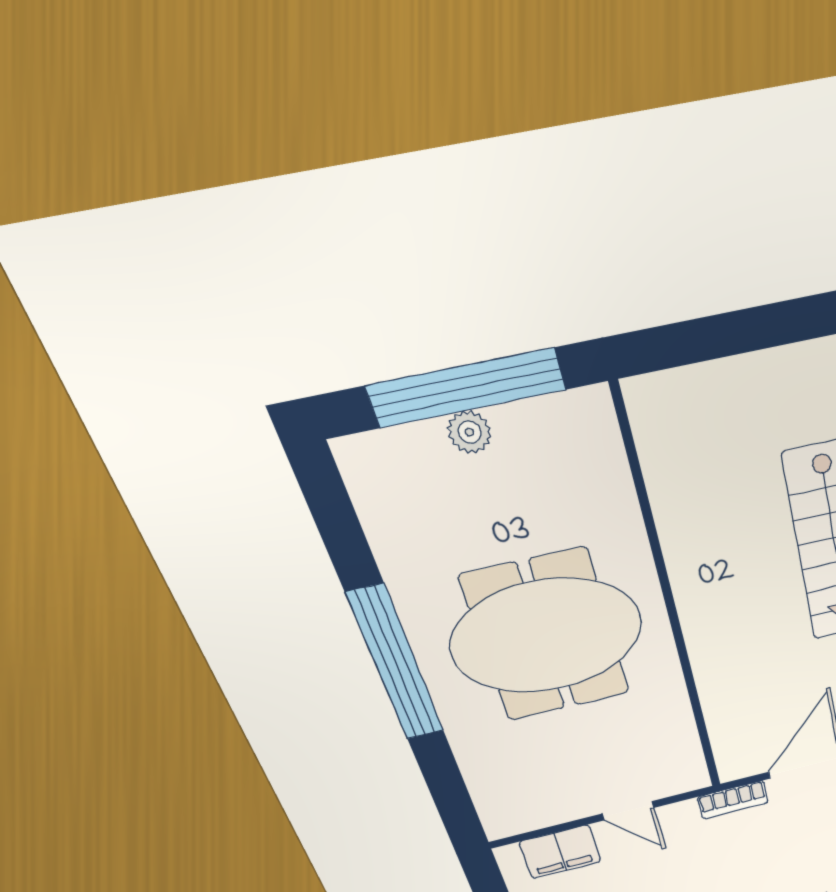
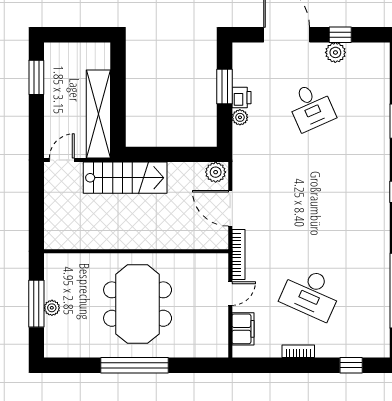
window: (467, 388) -> (36, 304), width x0.68
bookcase: (733, 800) -> (238, 254), width x1.56

